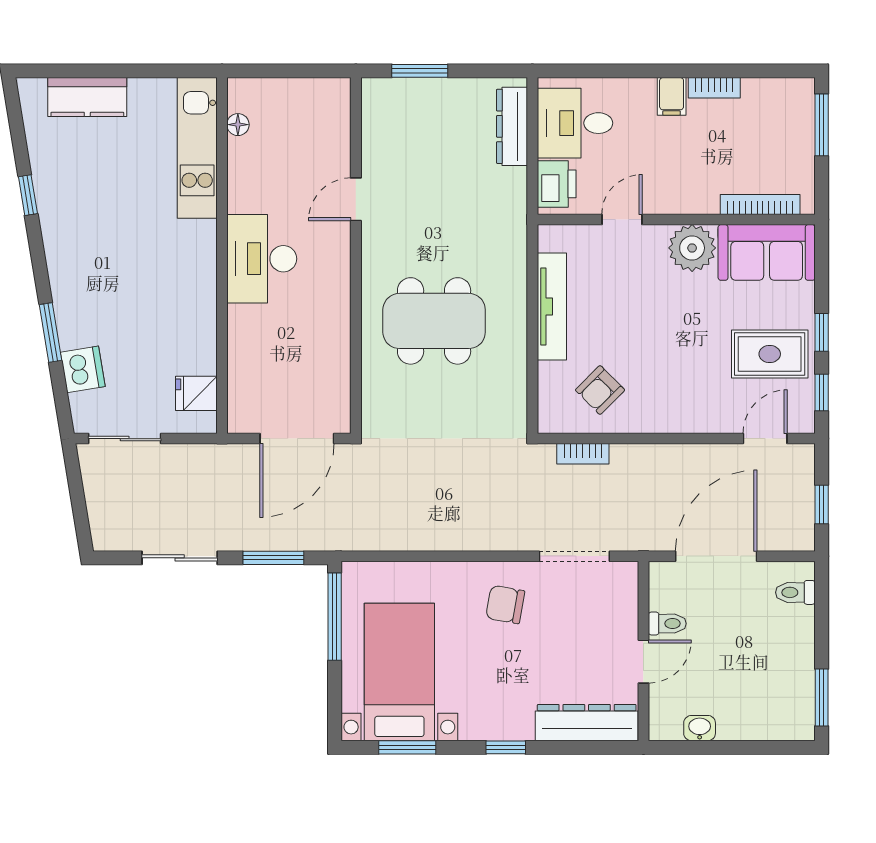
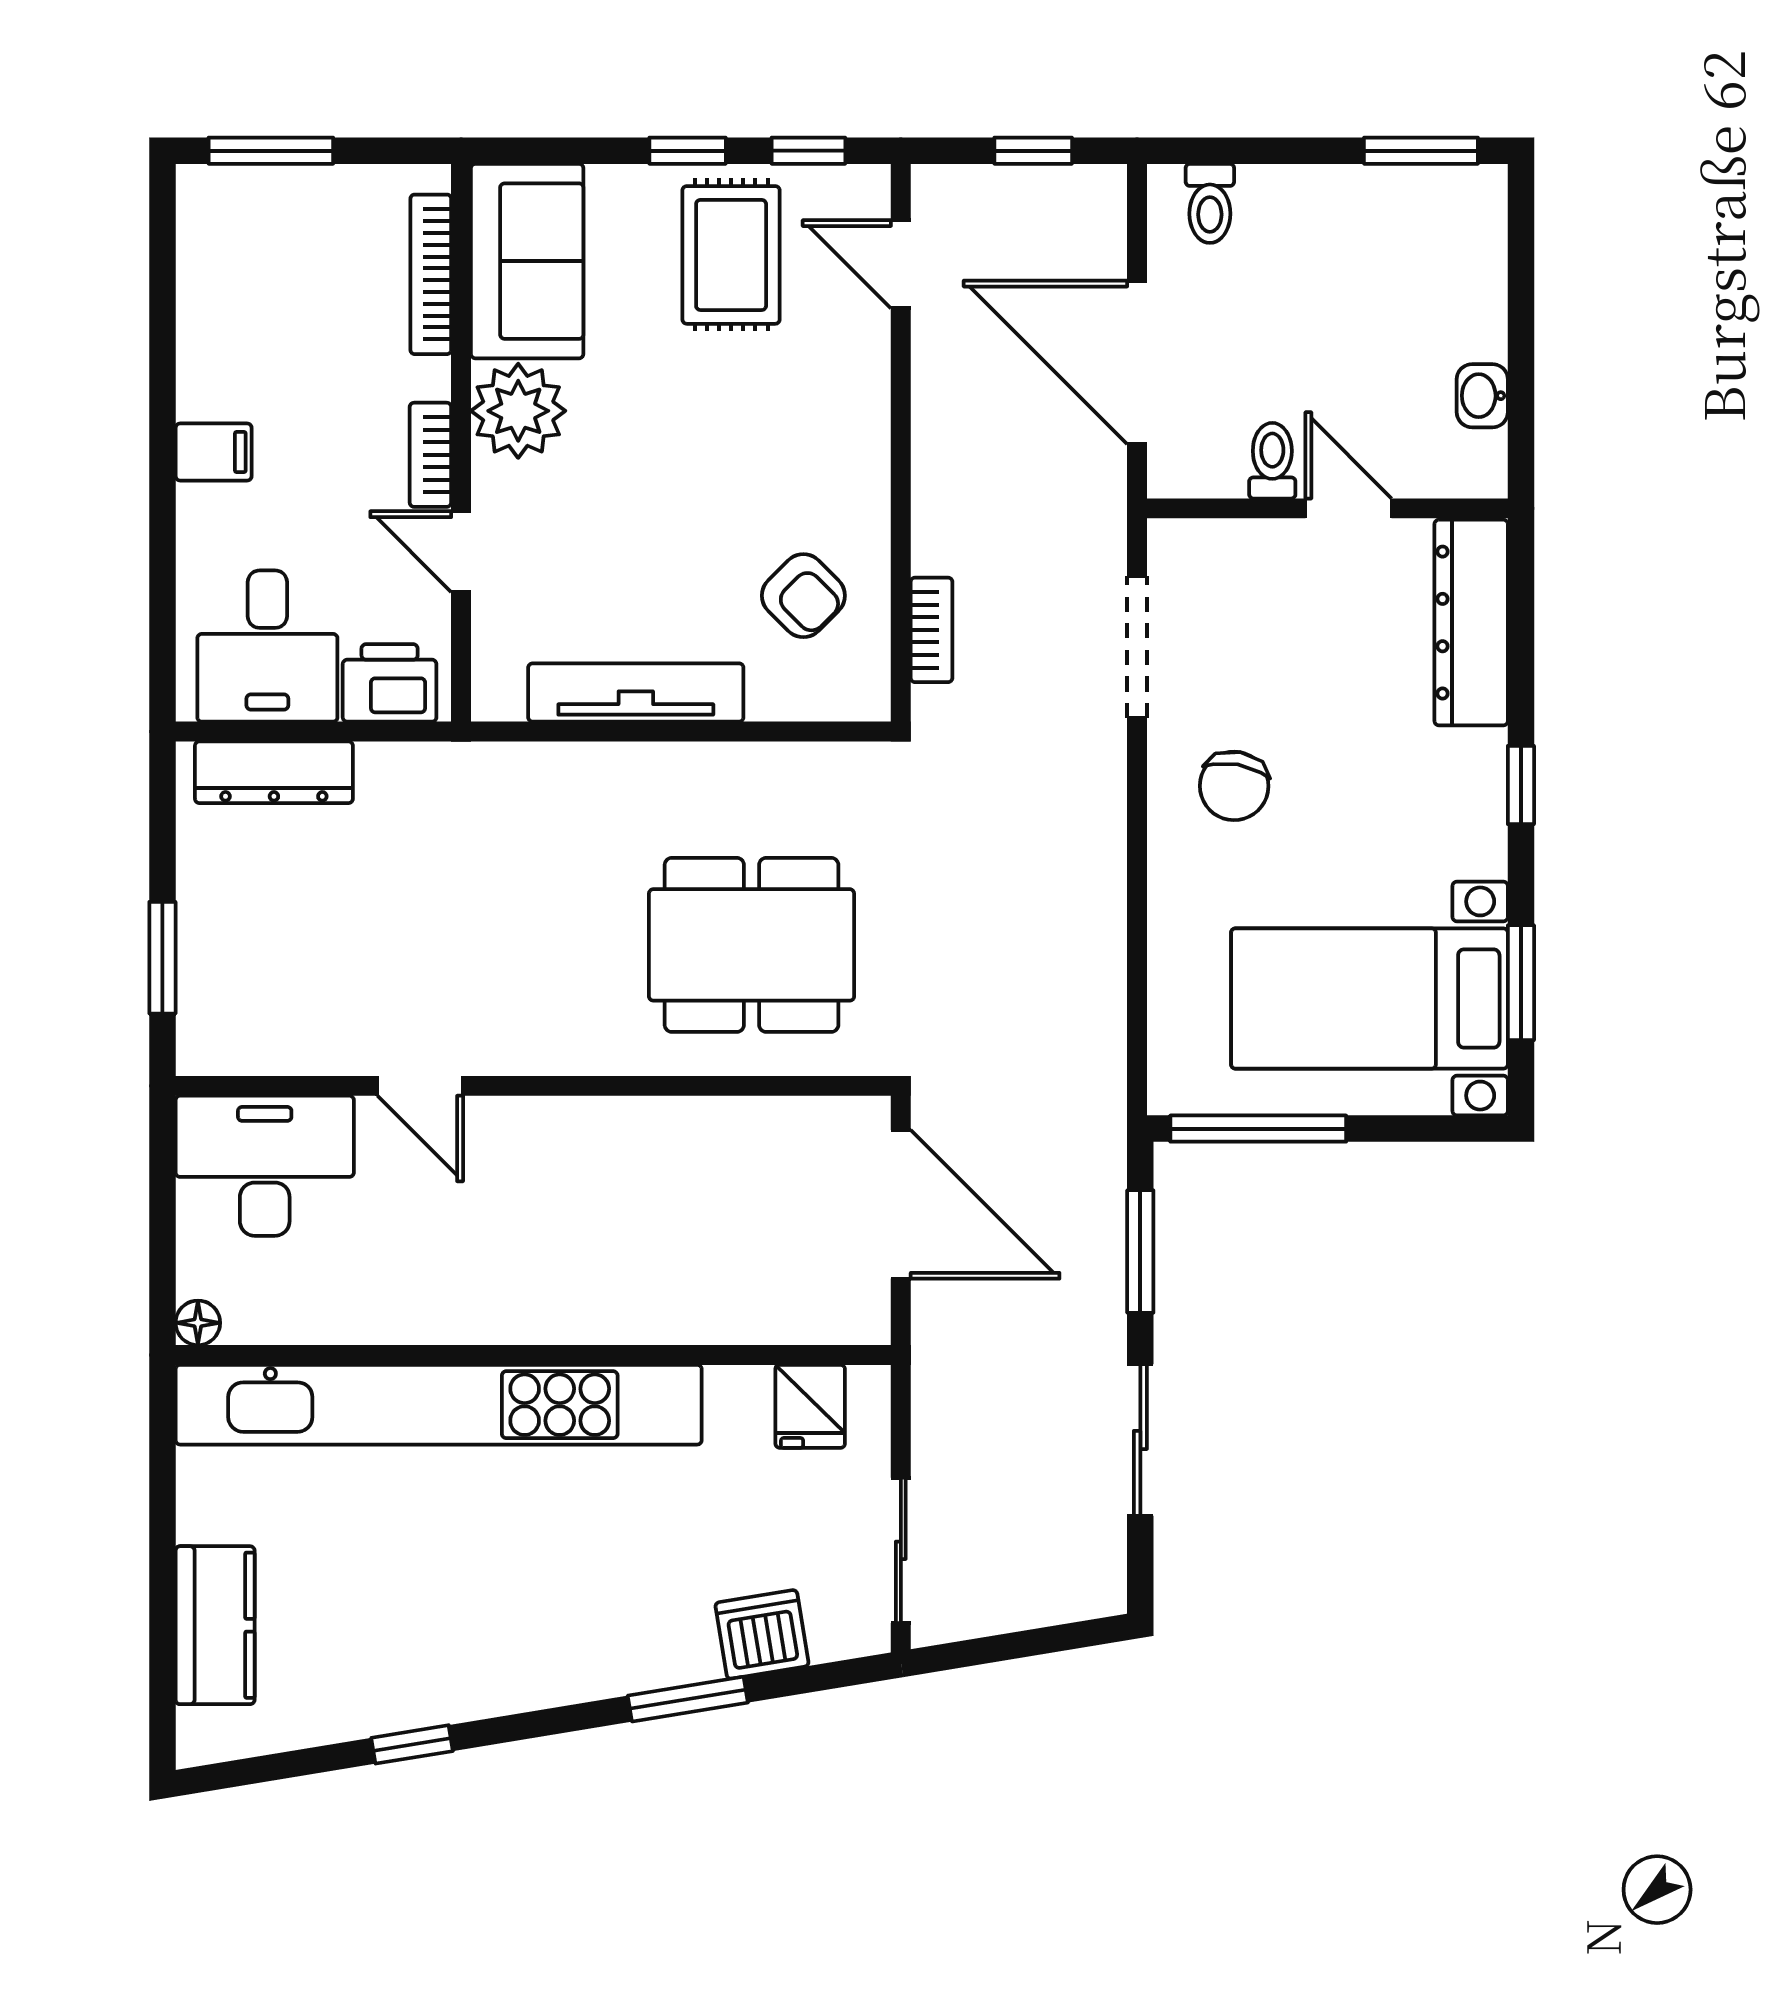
bookcase: (714, 88) -> (430, 455), moved, turned 180
floor lamp: (238, 125) -> (198, 1323), moved
kitchen unit: (197, 148) -> (439, 1405), width x1.86
desk: (262, 259) -> (265, 1166), moved, turned 180
dining table: (434, 321) -> (752, 945), moved, turned 90

